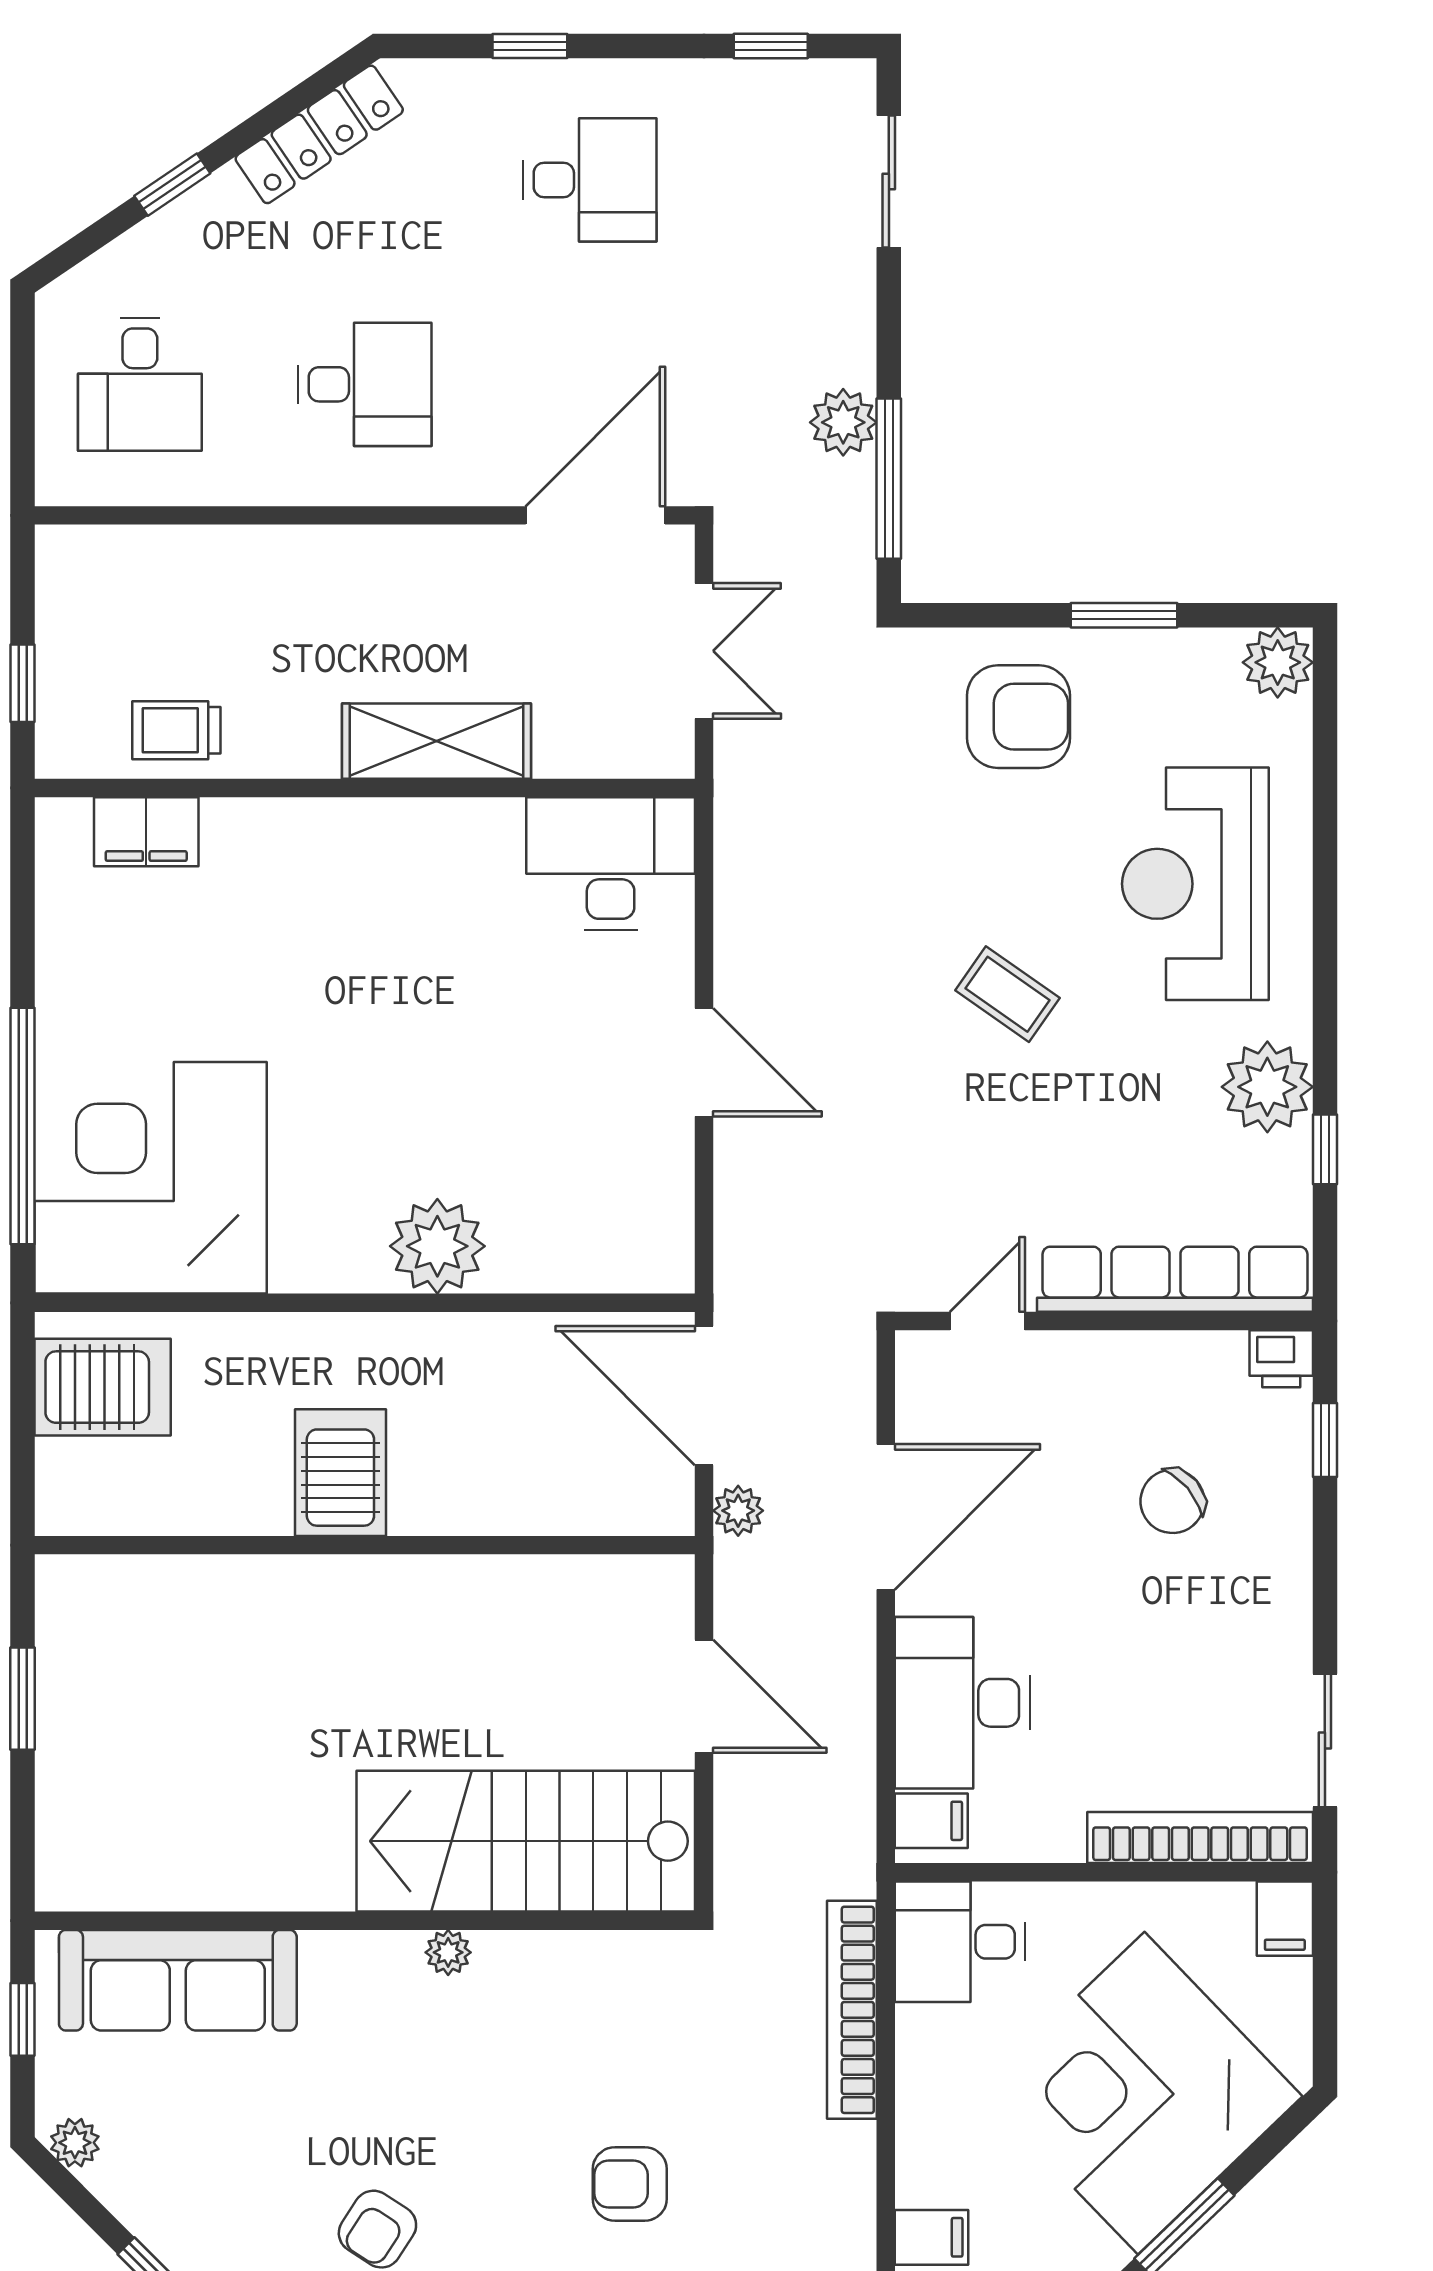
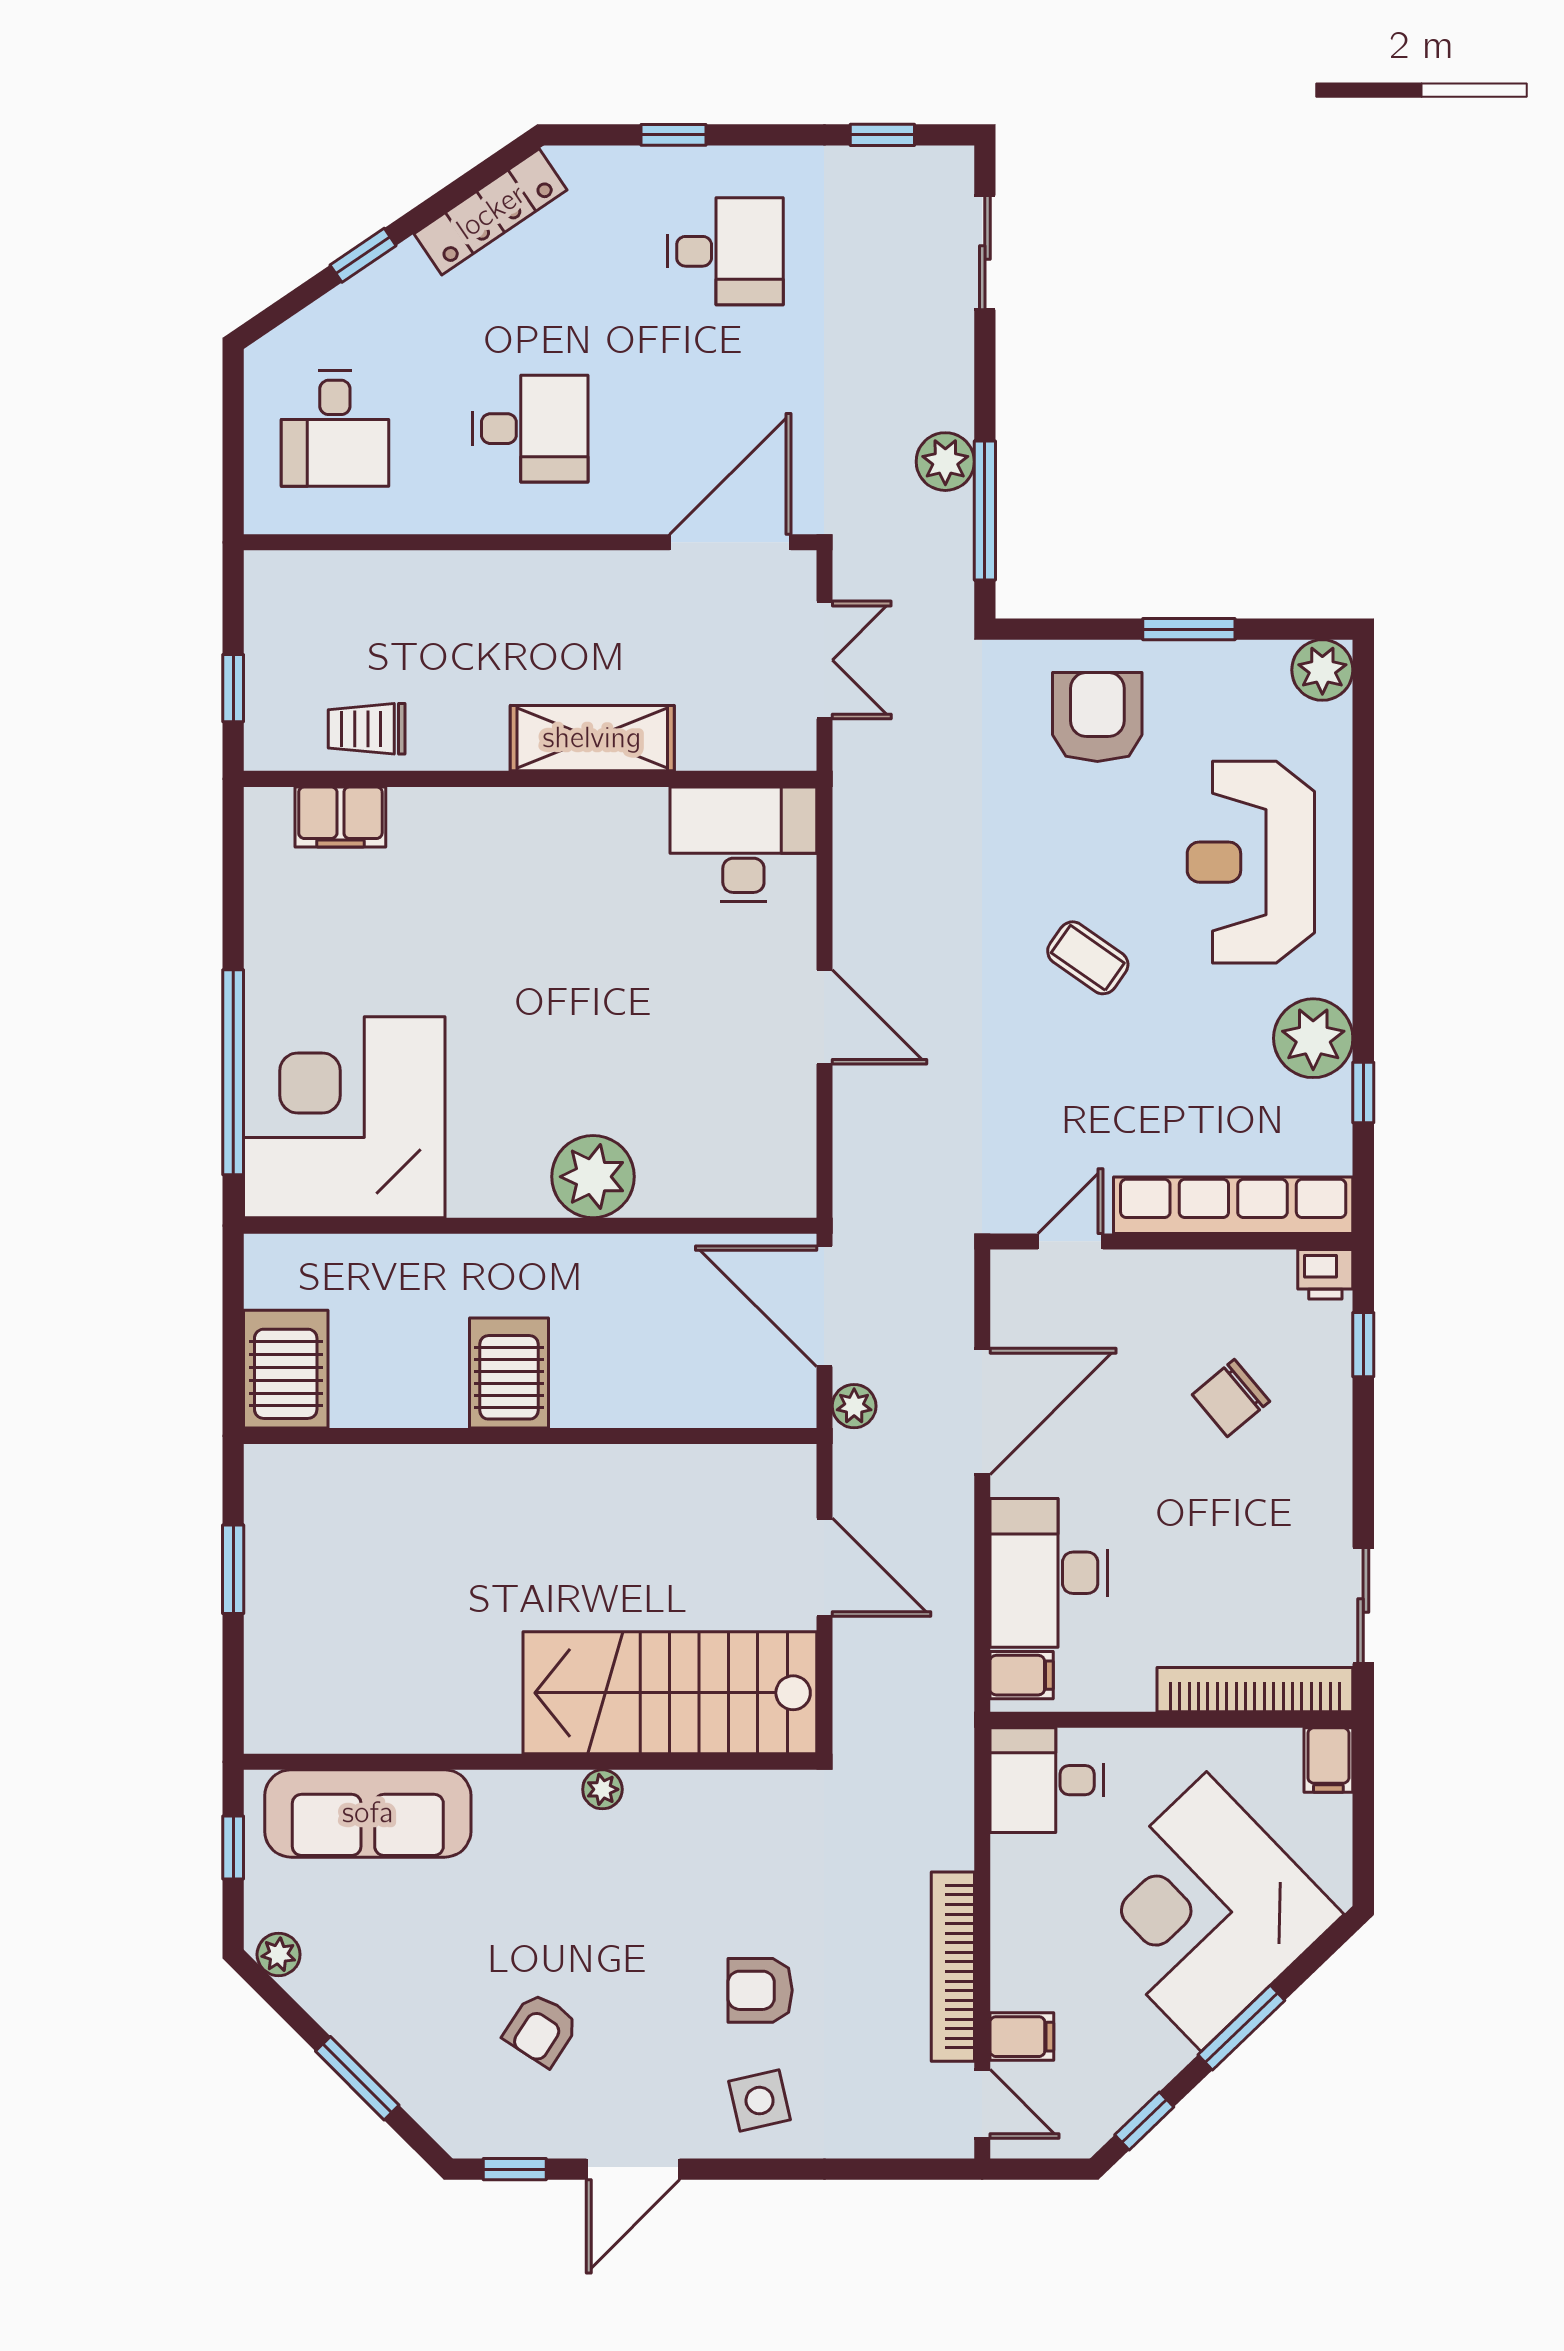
armchair: (1018, 717) -> (1097, 717), turned -90
server rack: (103, 1387) -> (286, 1369), moved, turned -90
bookcase: (852, 2010) -> (953, 1967), moved

